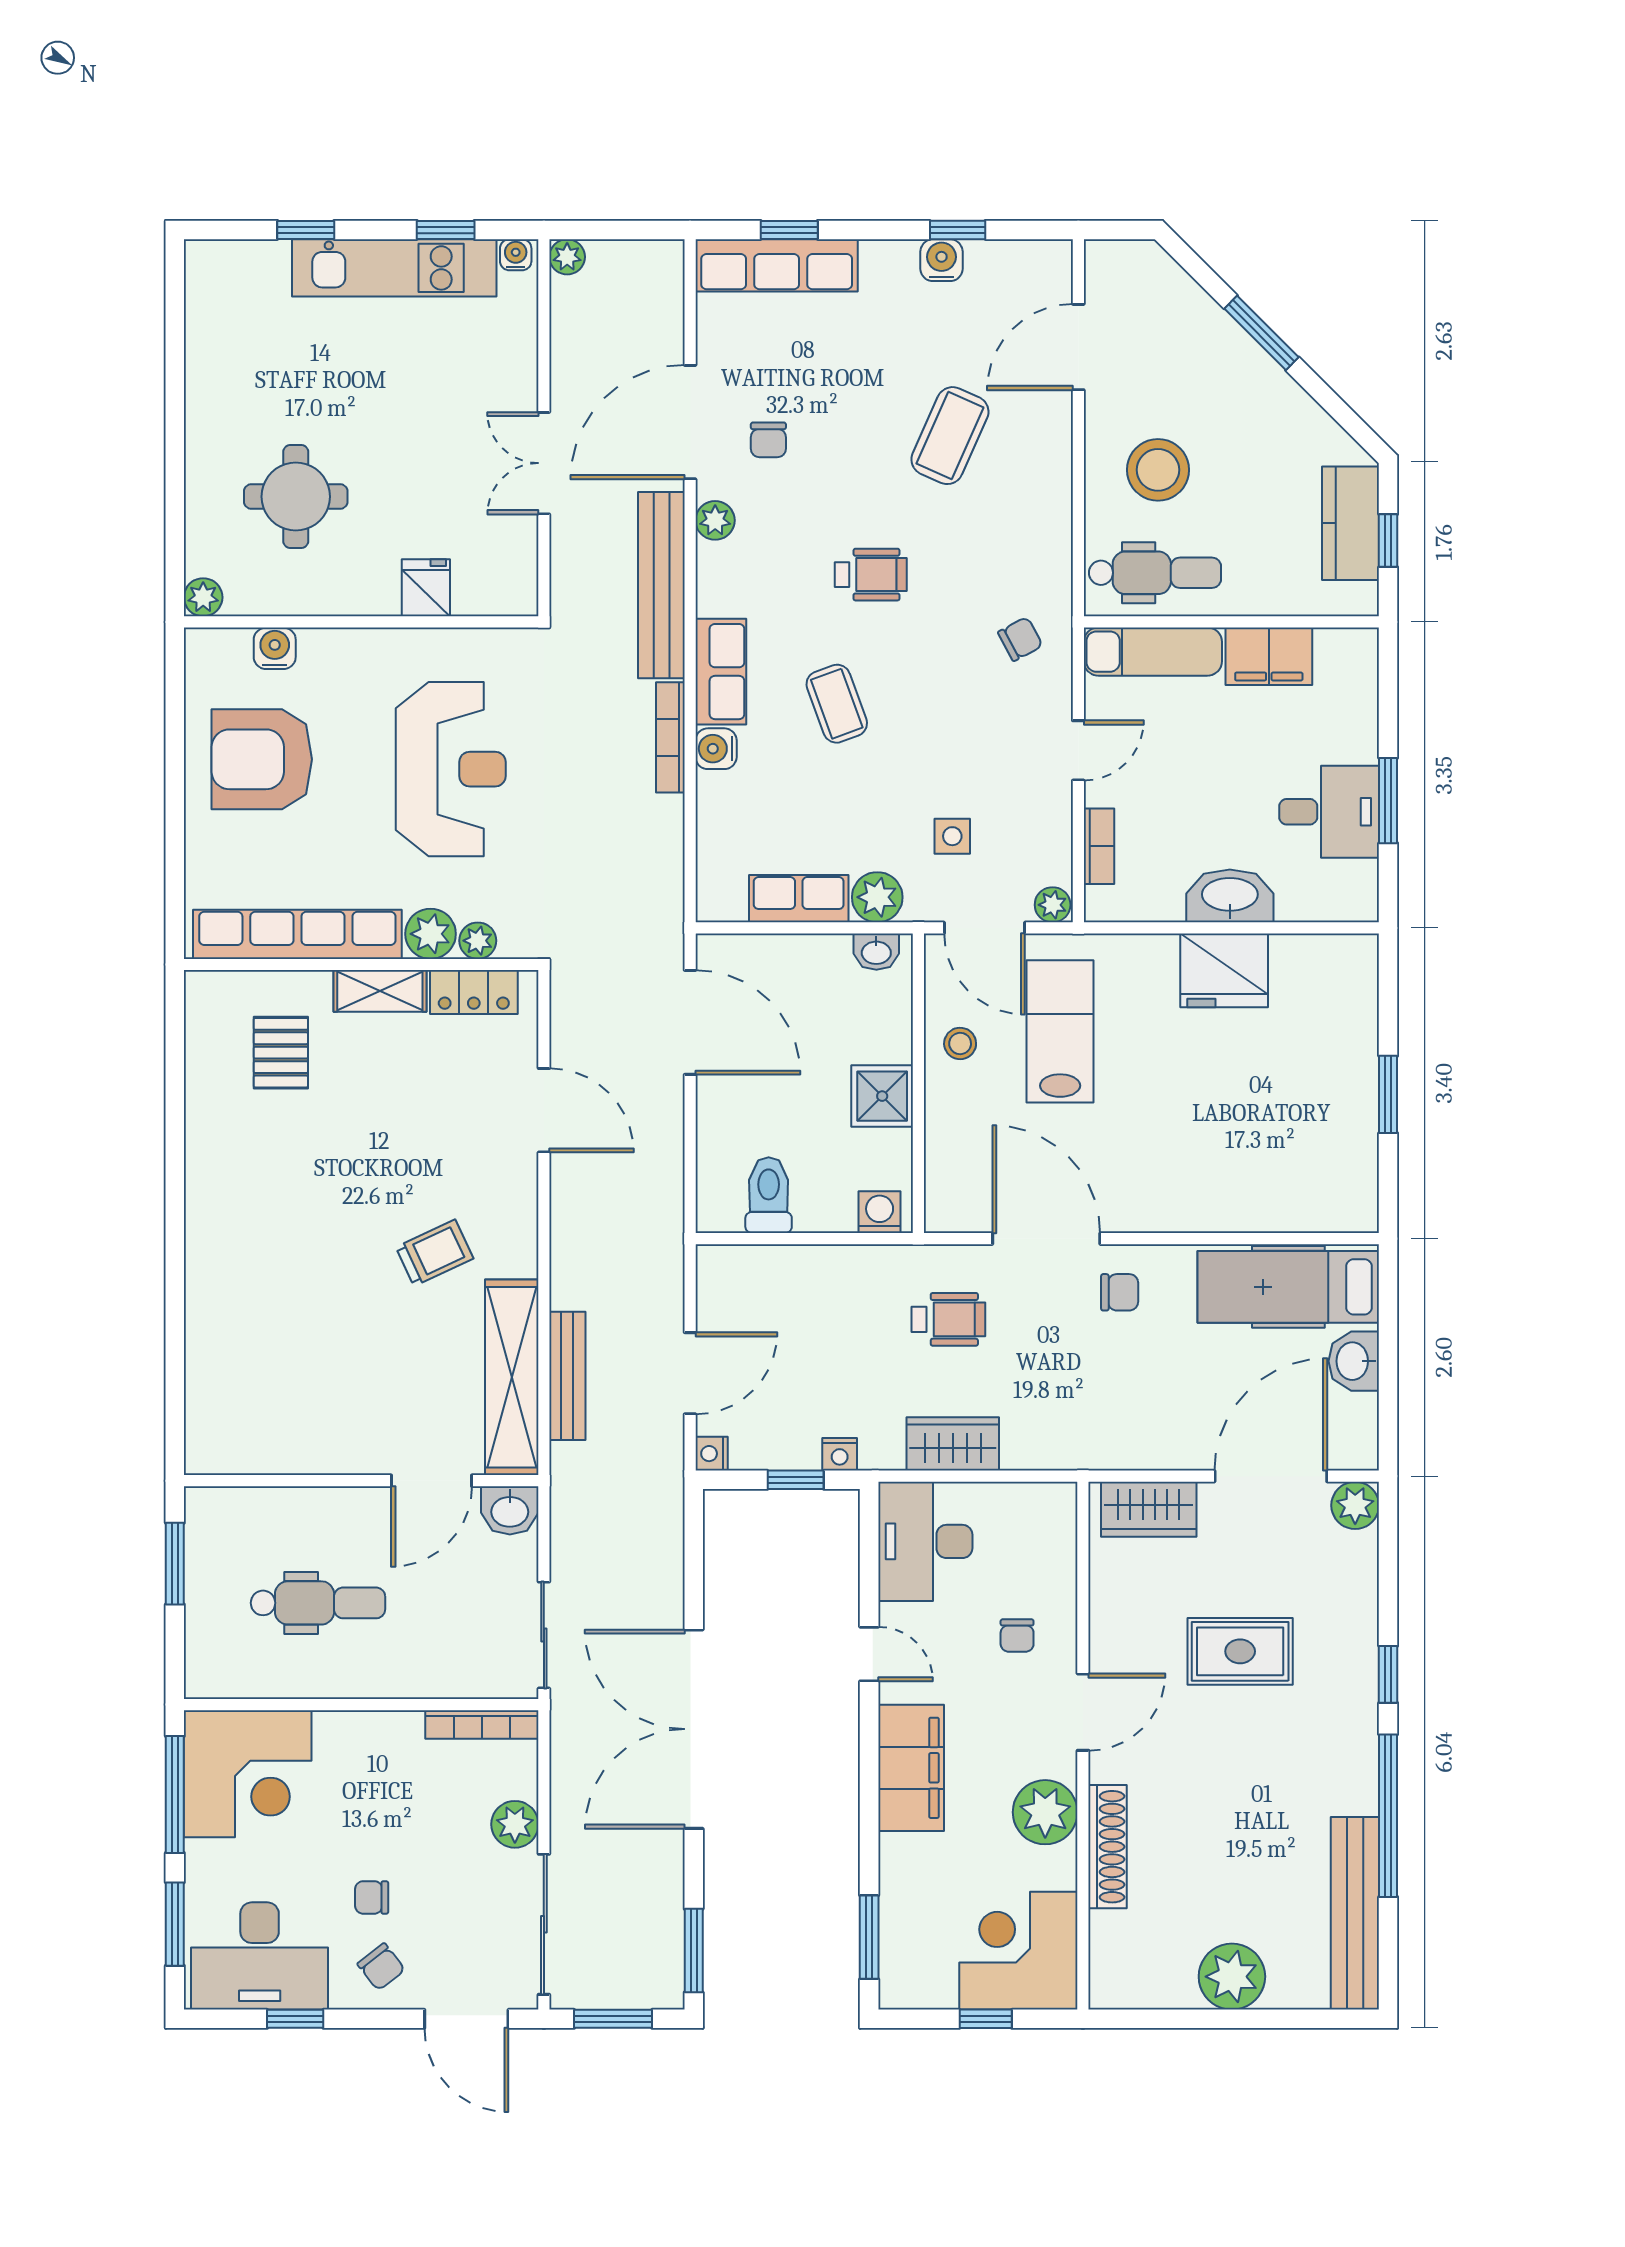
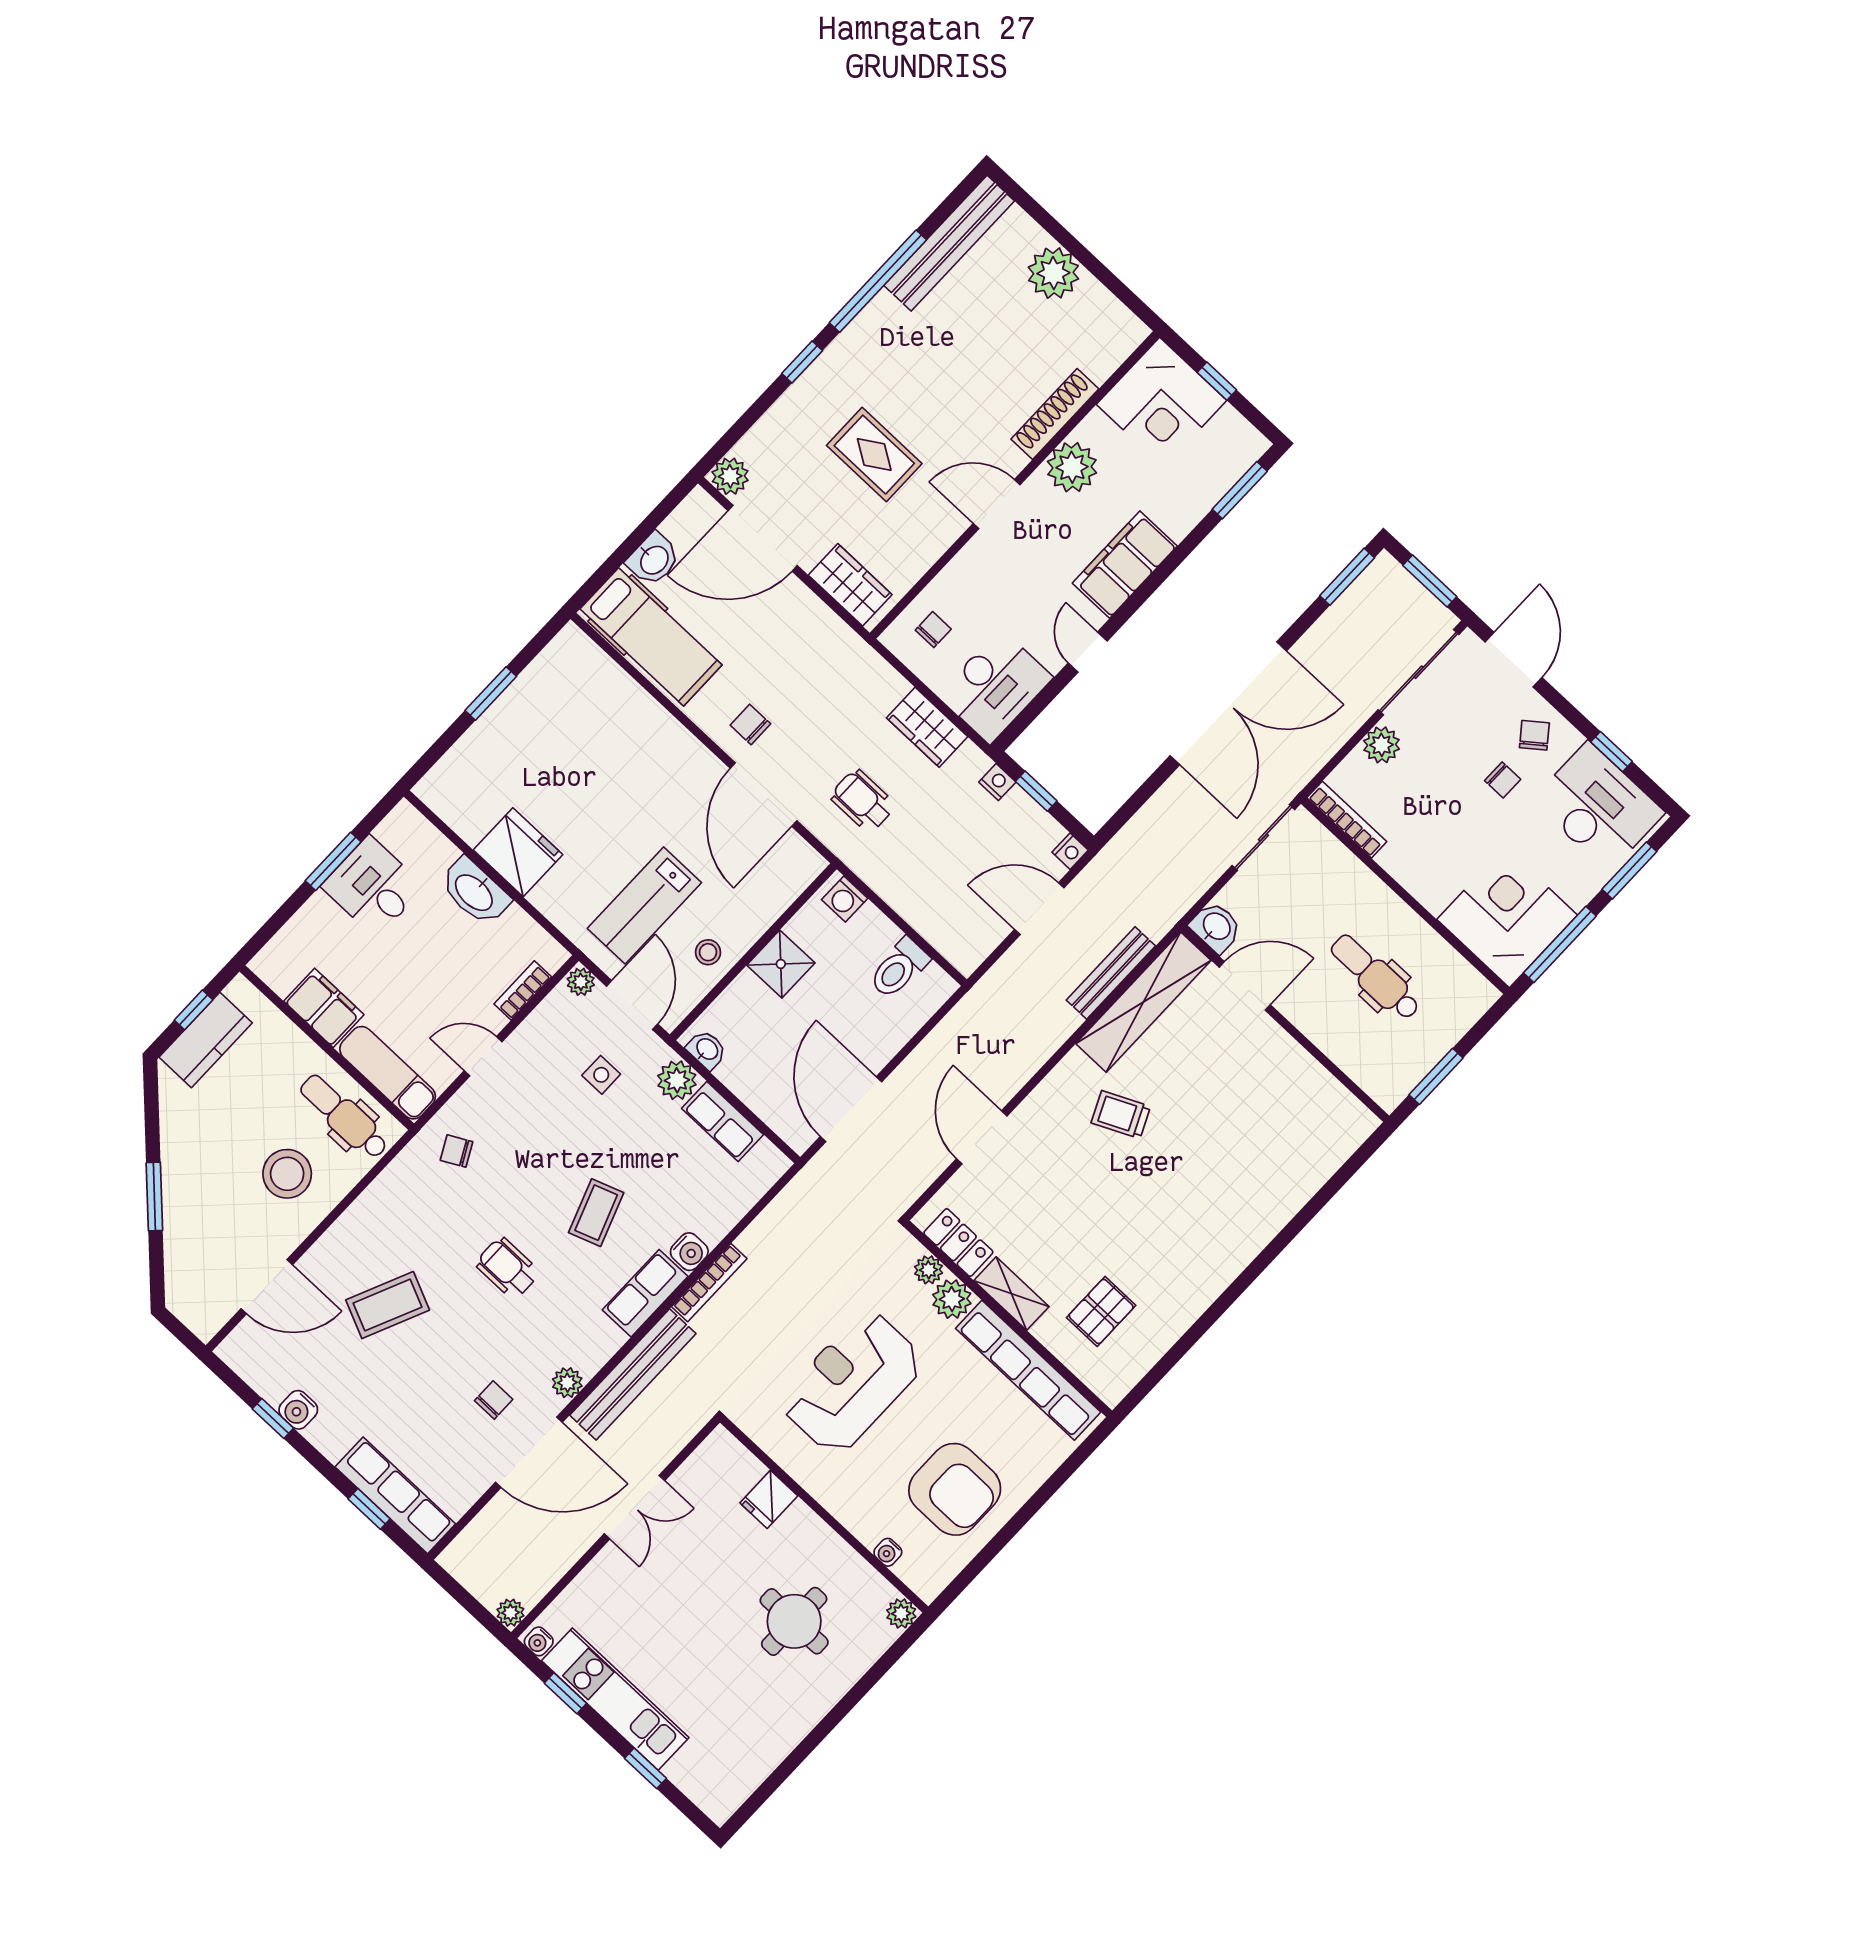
water cooler: (275, 648) -> (888, 1552), width x0.72, depth x0.72
chair: (1017, 1636) -> (933, 630), moved

